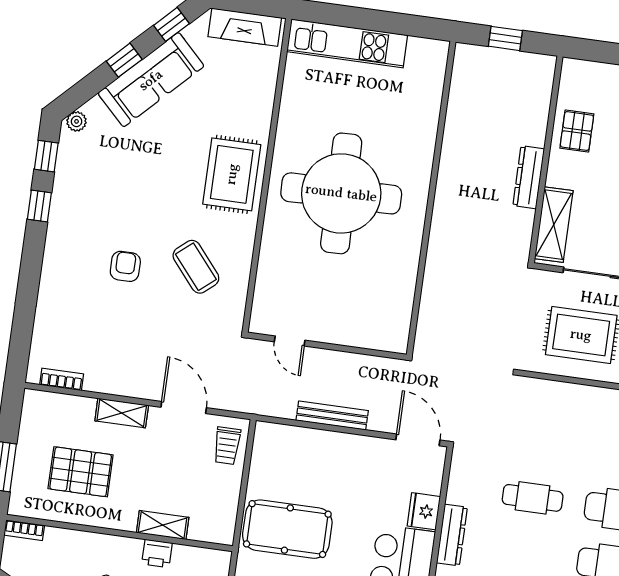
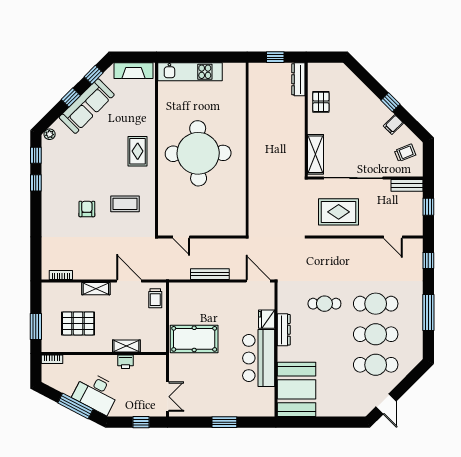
rug: (232, 174) -> (138, 151), width x0.73, depth x0.70
dresser: (529, 177) -> (298, 79), moved
coffee table: (196, 267) -> (125, 204), turned -50

